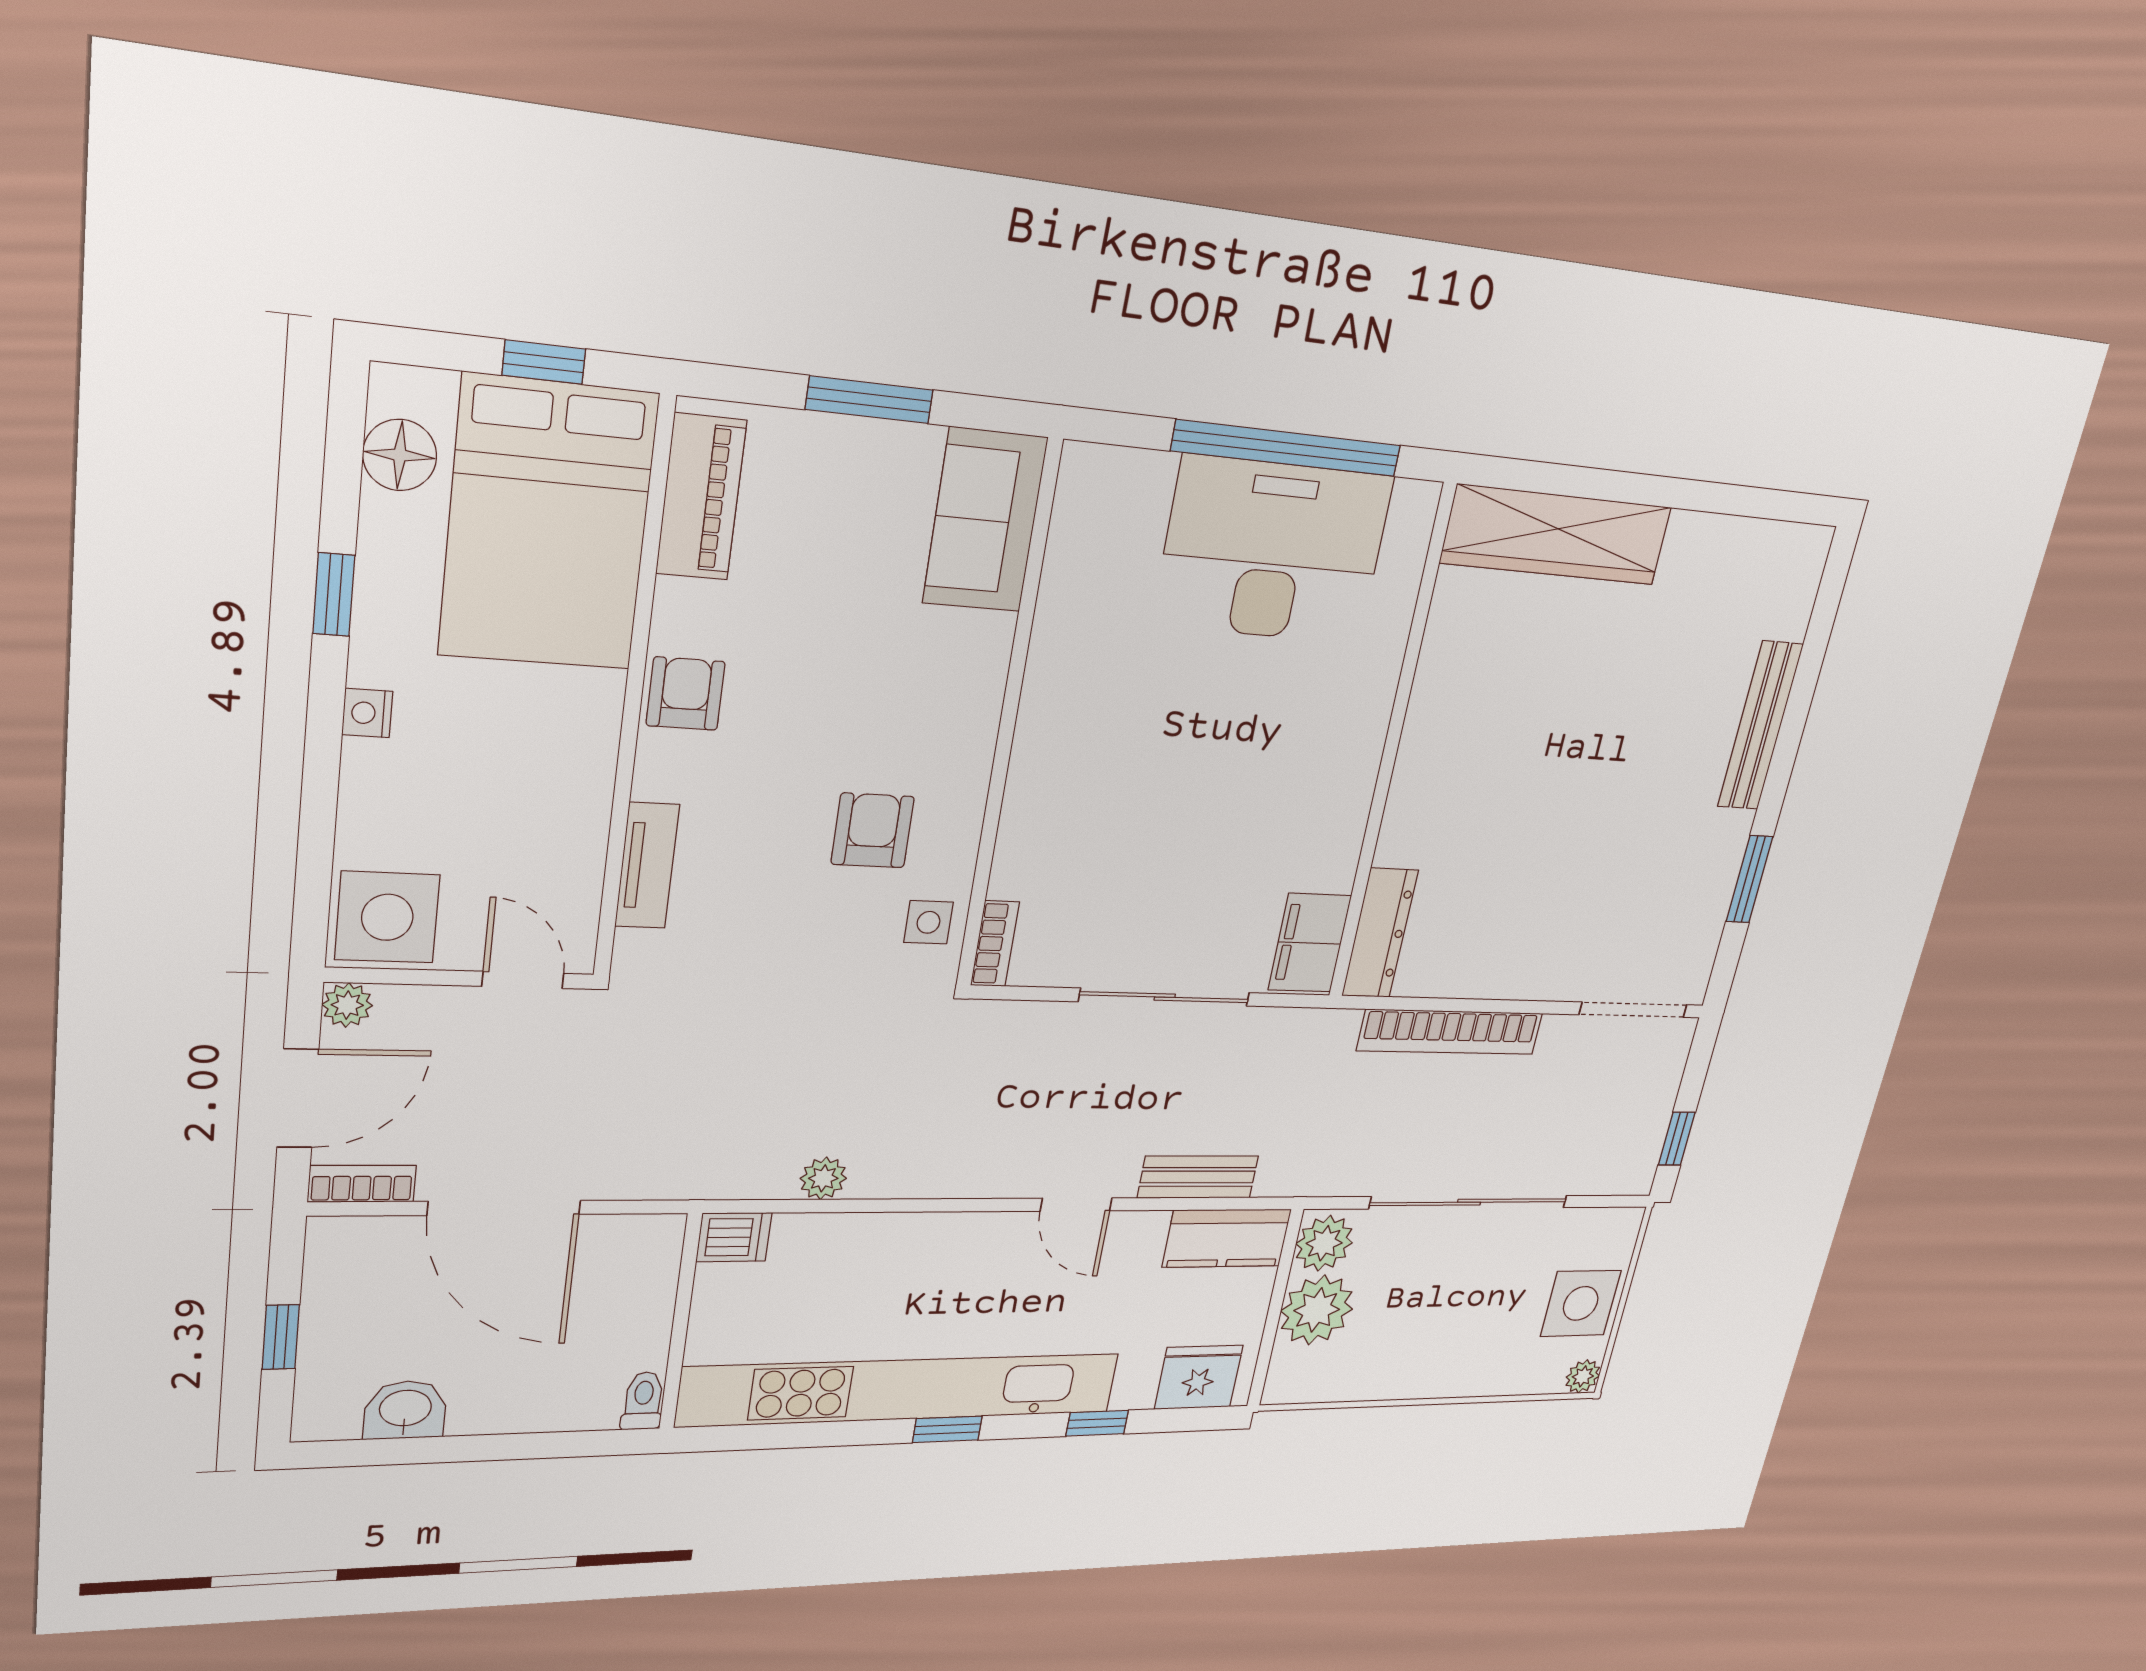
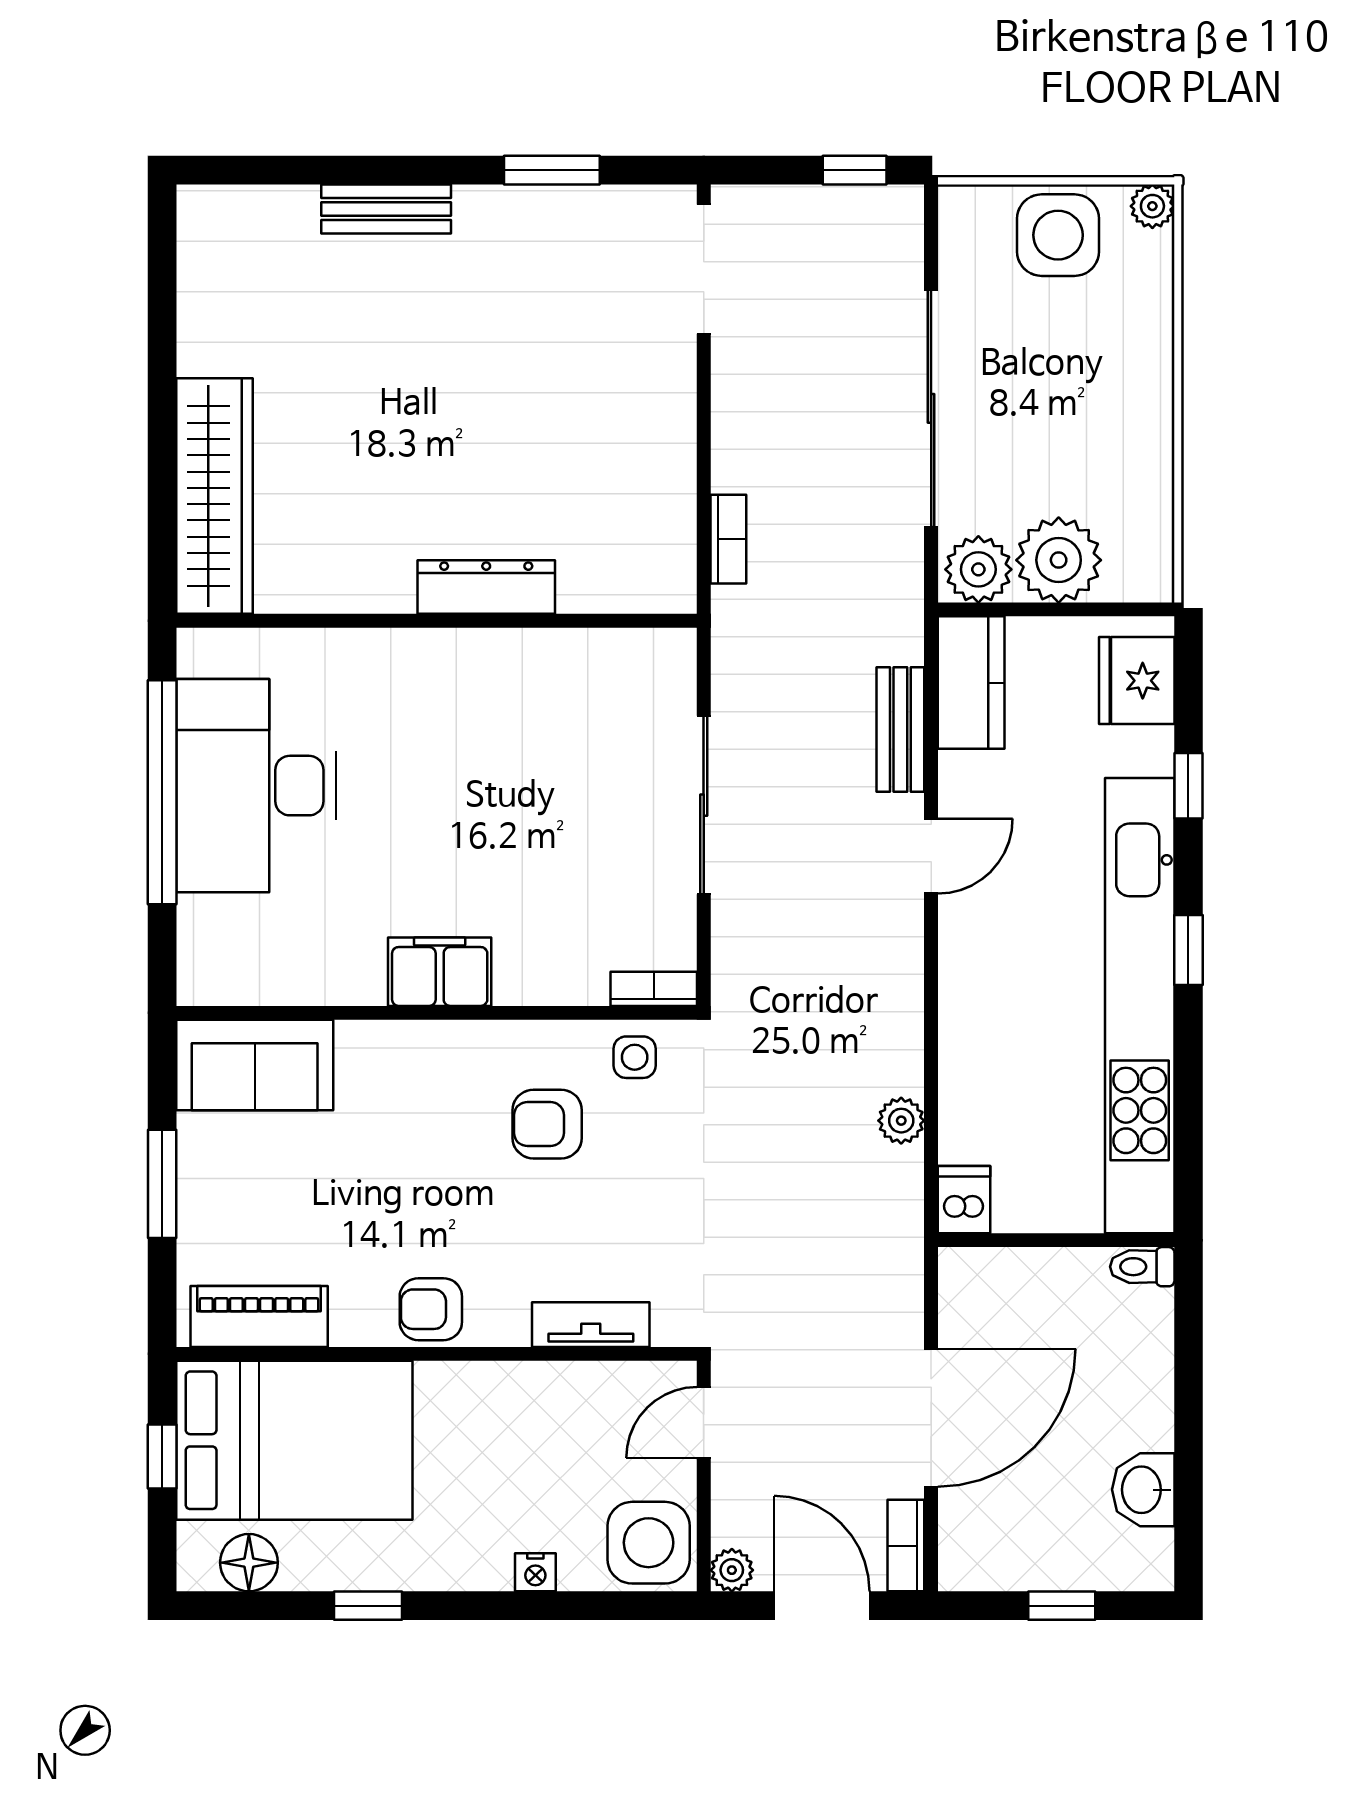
nightstand: (367, 713) -> (535, 1572), moved
bench: (1760, 726) -> (386, 209), width x0.73
dresser: (1380, 933) -> (486, 587), moved
filing cabinet: (1310, 943) -> (440, 972), moved, turned 180
bookcase: (1450, 1032) -> (728, 539), width x0.43, depth x0.76

